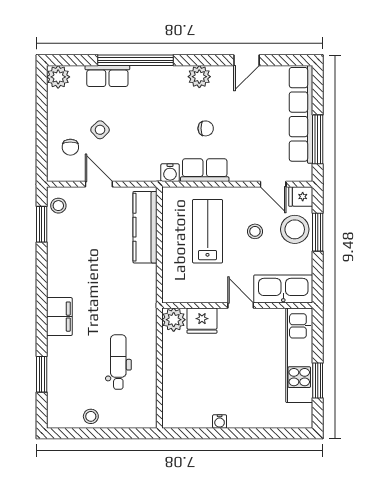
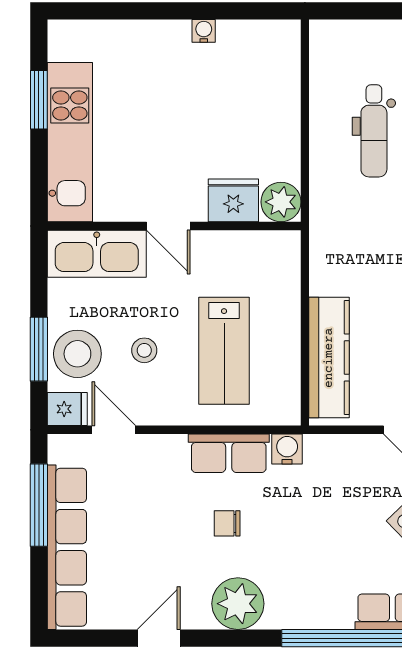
plant: (199, 77) -> (238, 604), width x1.36, depth x1.36

